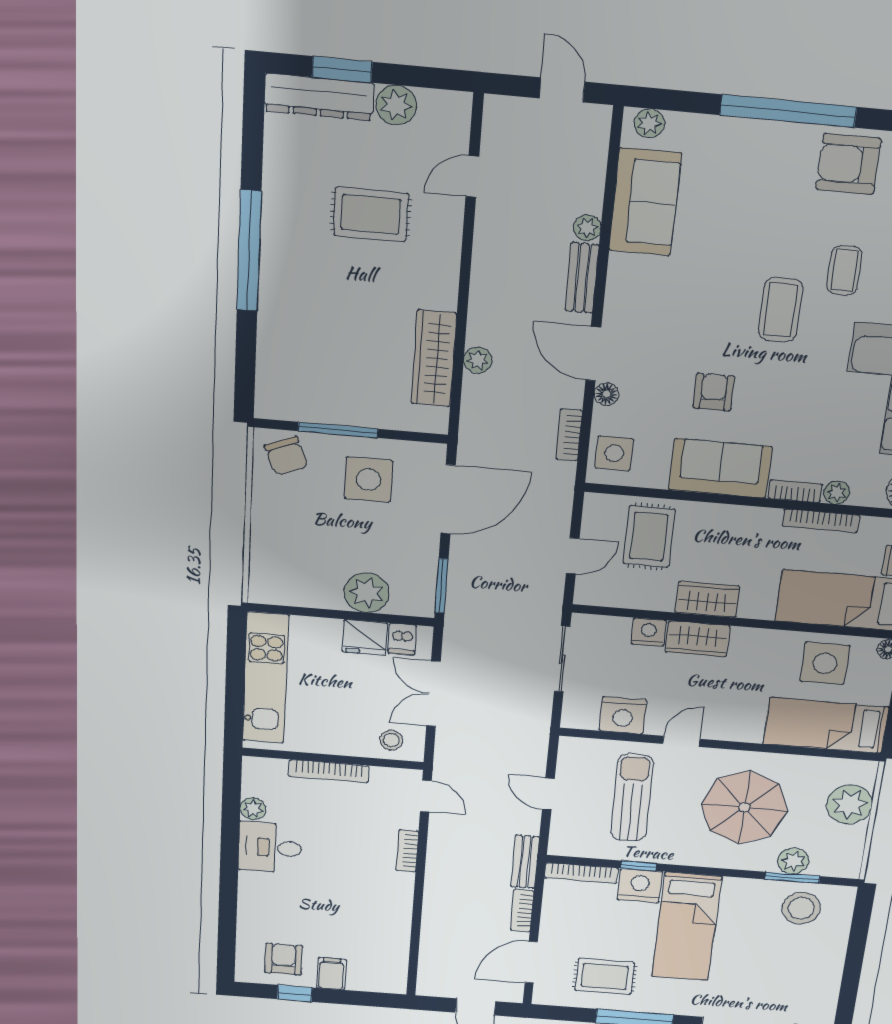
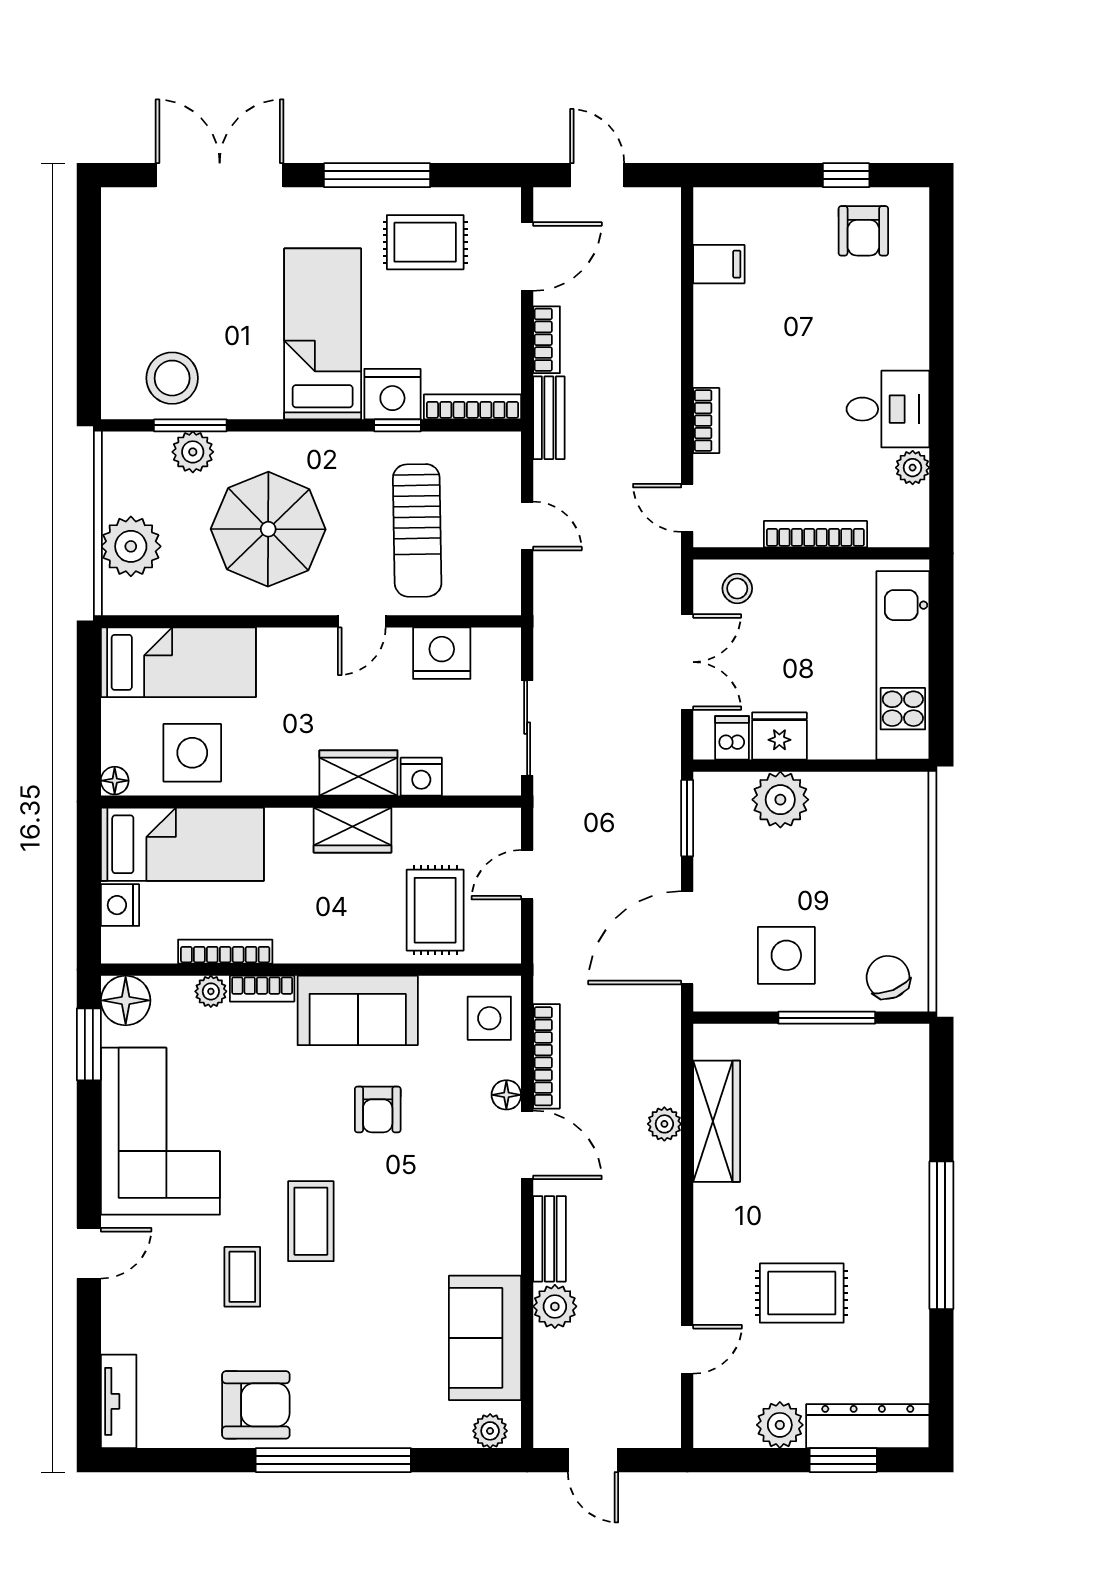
plant: (587, 228) -> (555, 1306), width x1.38, depth x1.38
bookcase: (569, 435) -> (546, 1056), width x1.56
filing cabinet: (331, 974) -> (719, 264), moved, turned -90

